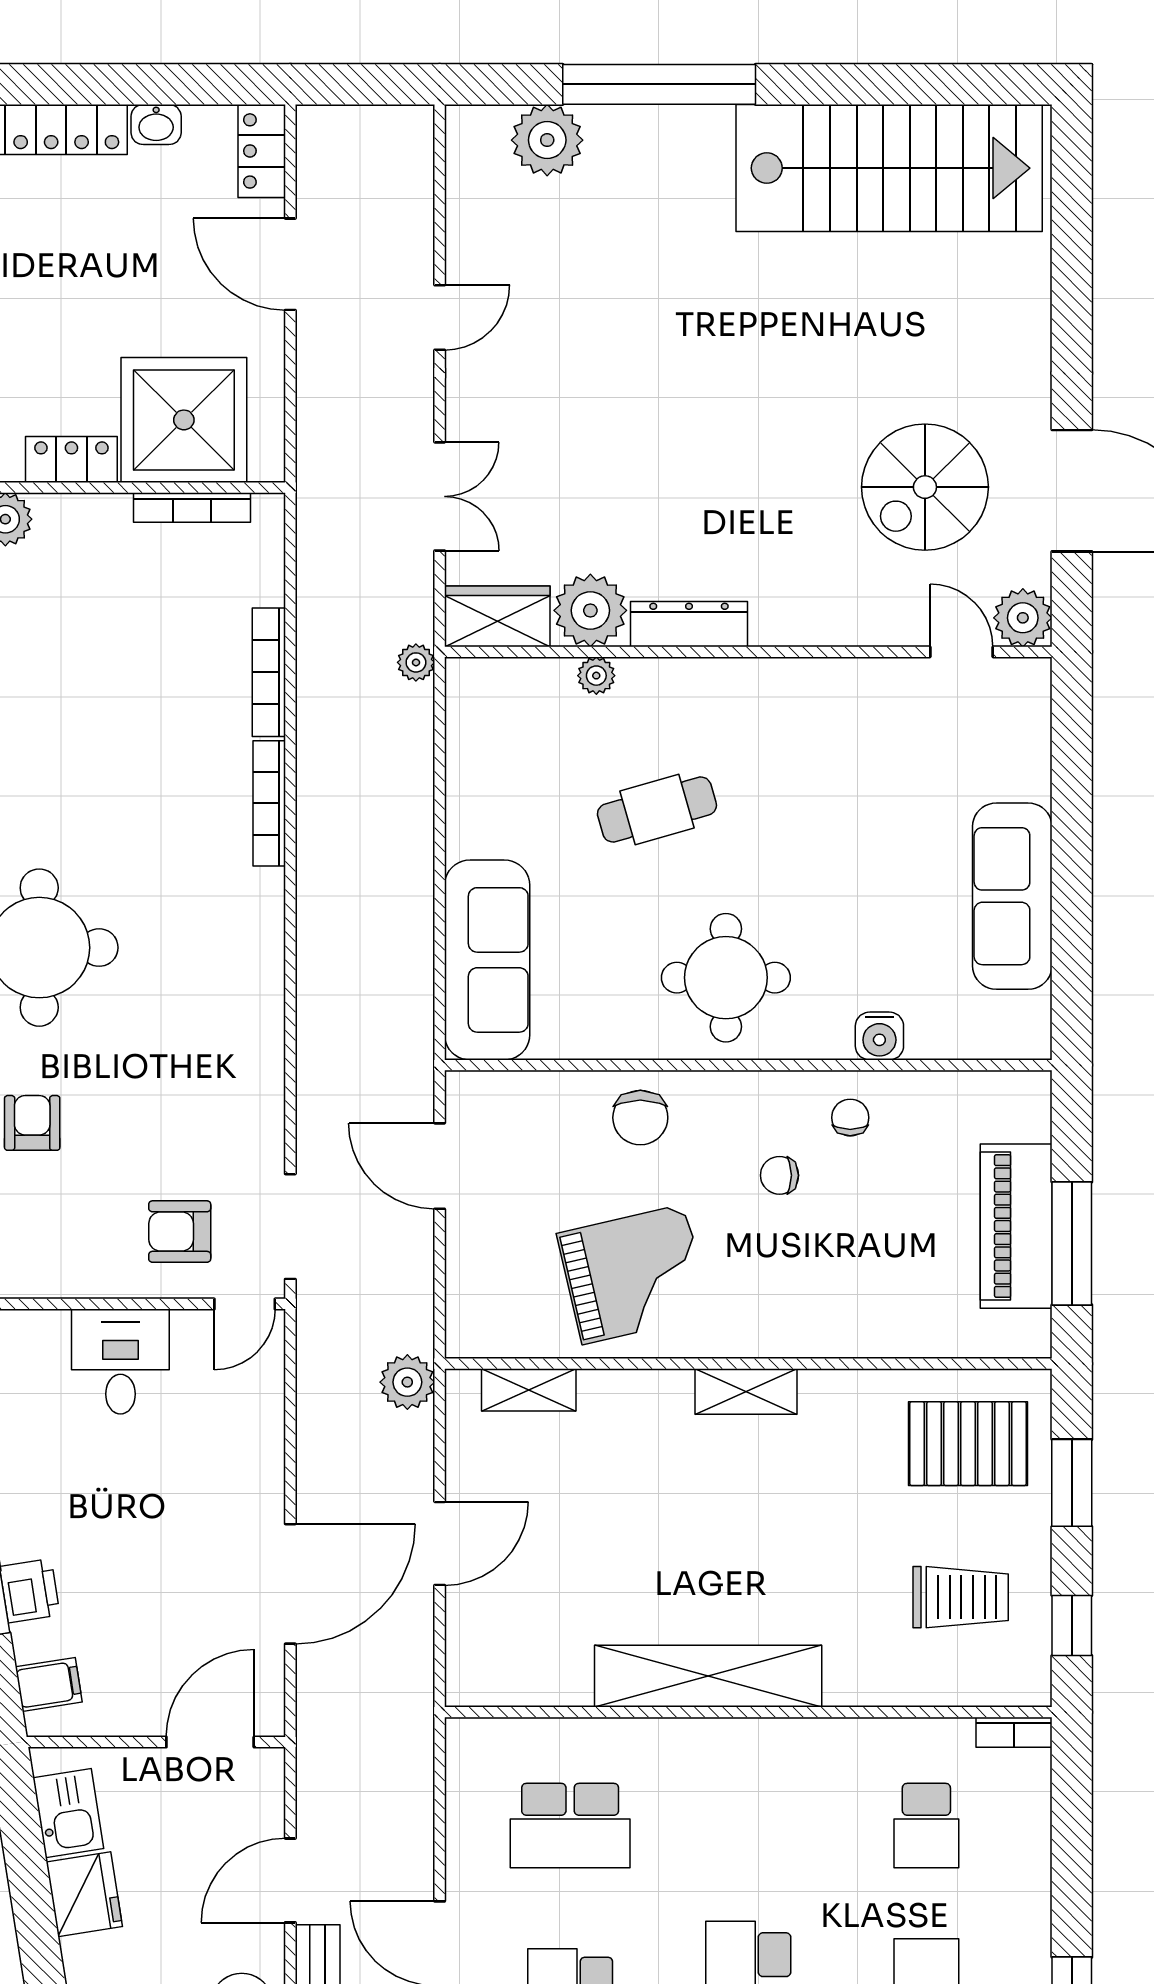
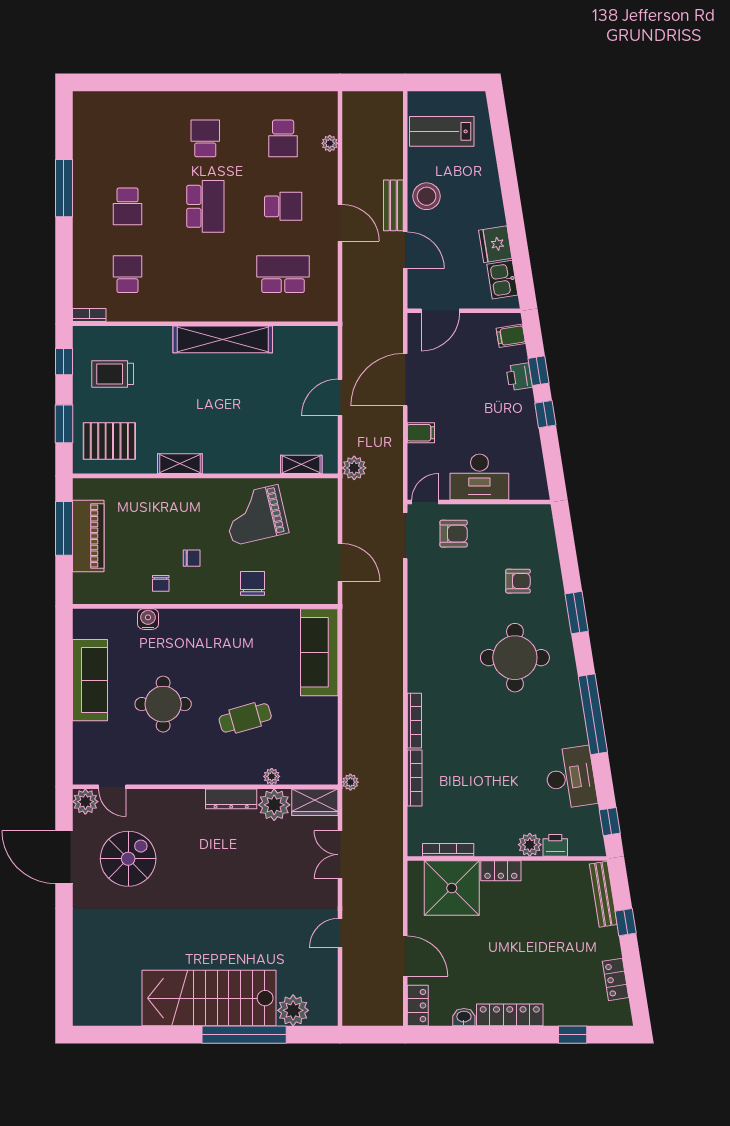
stairs: (889, 168) -> (209, 998), moved
round table: (726, 978) -> (163, 704), moved
armchair: (32, 1123) -> (518, 581), turned -90
desk: (120, 1362) -> (479, 477), width x1.37
shelving: (746, 1392) -> (180, 464), moved
filing cabinet: (255, 1463) -> (421, 433), added
door: (290, 1880) -> (405, 250), hinge flipped

